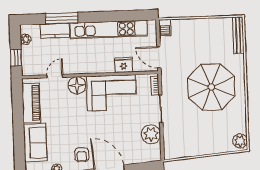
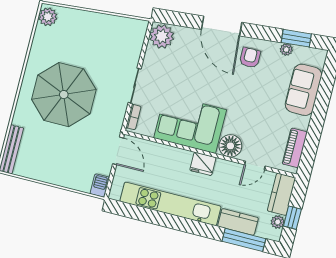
window: (62, 18) -> (244, 240), moved
window: (16, 58) -> (292, 218), moved
kitchen counter: (29, 61) -> (282, 194), added
fridge: (124, 65) -> (203, 164), moved
piano: (31, 103) -> (295, 148), width x0.73, depth x0.75
plant: (151, 134) -> (162, 36), moved

